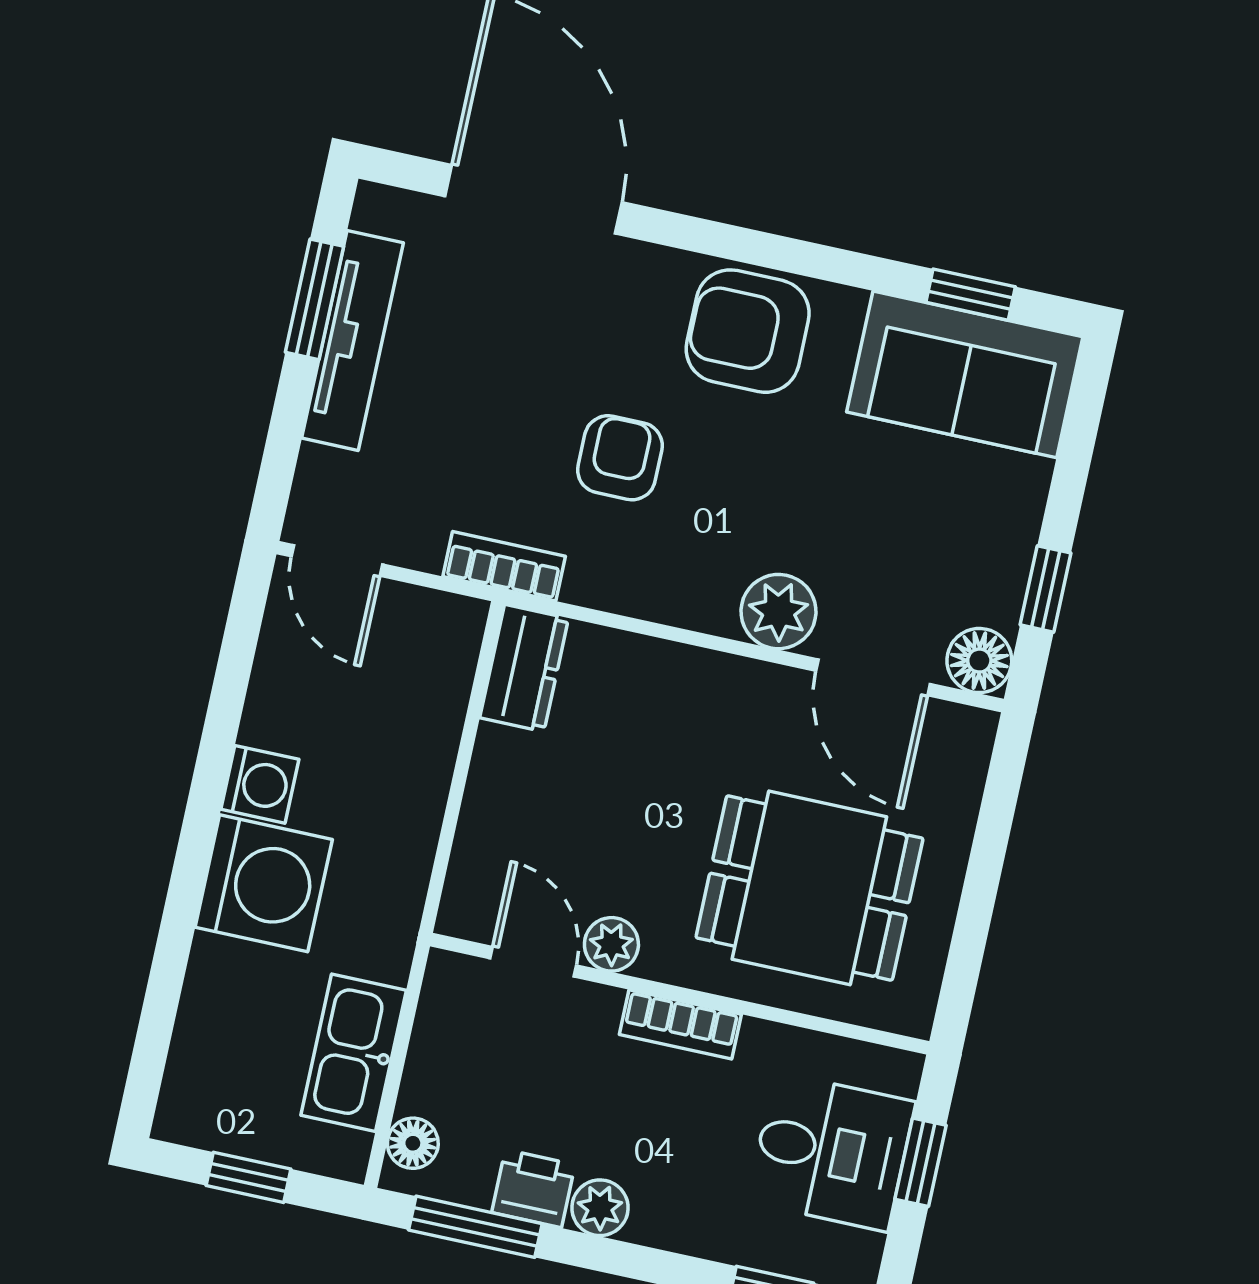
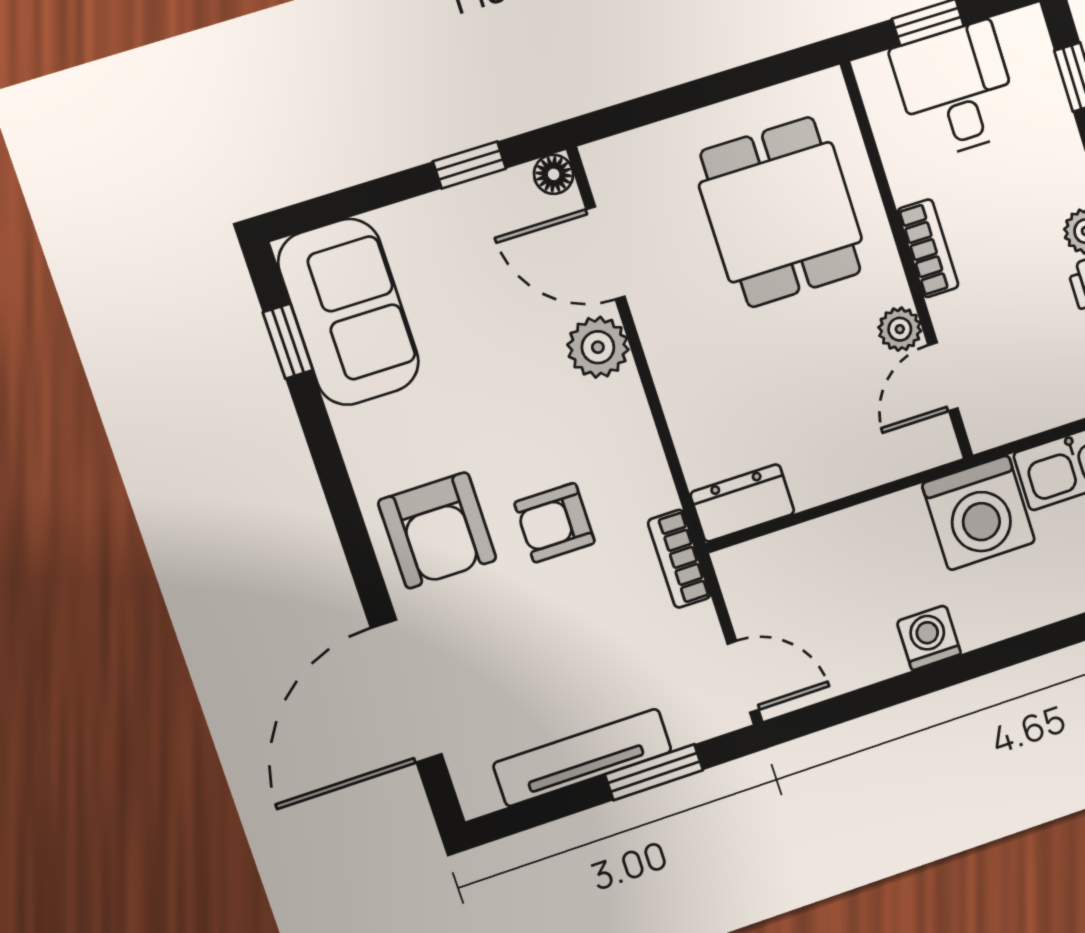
window: (314, 299) -> (654, 772), moved
armchair: (748, 331) -> (437, 530), moved
door: (337, 560) -> (743, 677), hinge flipped
floor lamp: (979, 661) -> (554, 174), width x0.73, depth x0.73
door: (873, 677) -> (606, 253), swing flipped
washing machine: (264, 883) -> (979, 513), moved, turned 180

